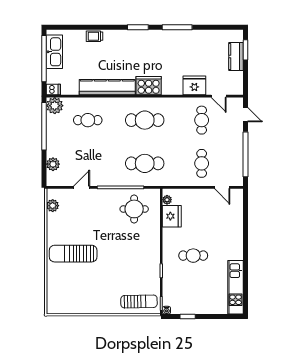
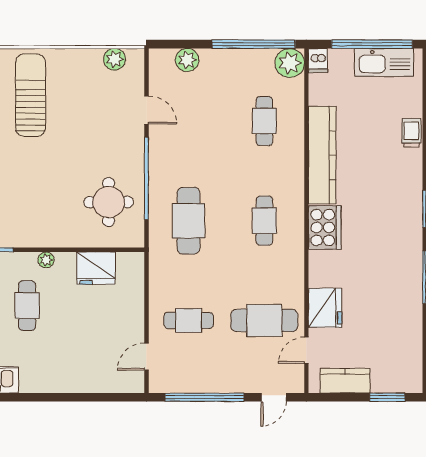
kitchen counter: (236, 57) -> (345, 381), moved
cafe table: (145, 120) -> (264, 221), width x0.73, depth x0.74
cafe table: (202, 120) -> (264, 320), width x1.37, depth x1.35
plant: (167, 200) -> (46, 260), moved

